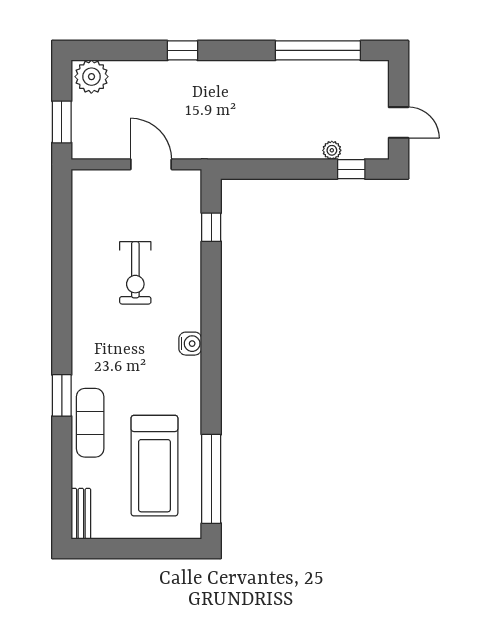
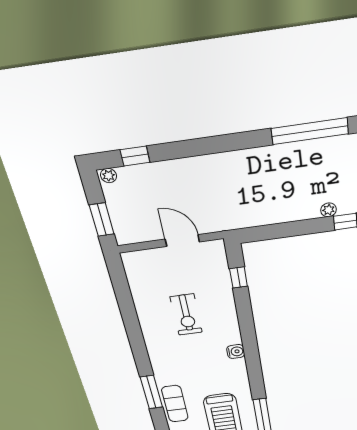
window: (182, 50) -> (135, 156), moved
plant: (91, 77) -> (109, 176), width x0.53, depth x0.53
window: (62, 395) -> (151, 392), width x1.44

